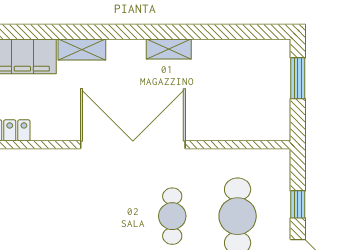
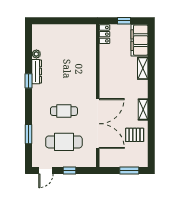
pallet: (223, 67) -> (135, 135), added
double door: (133, 145) -> (98, 124), moved

